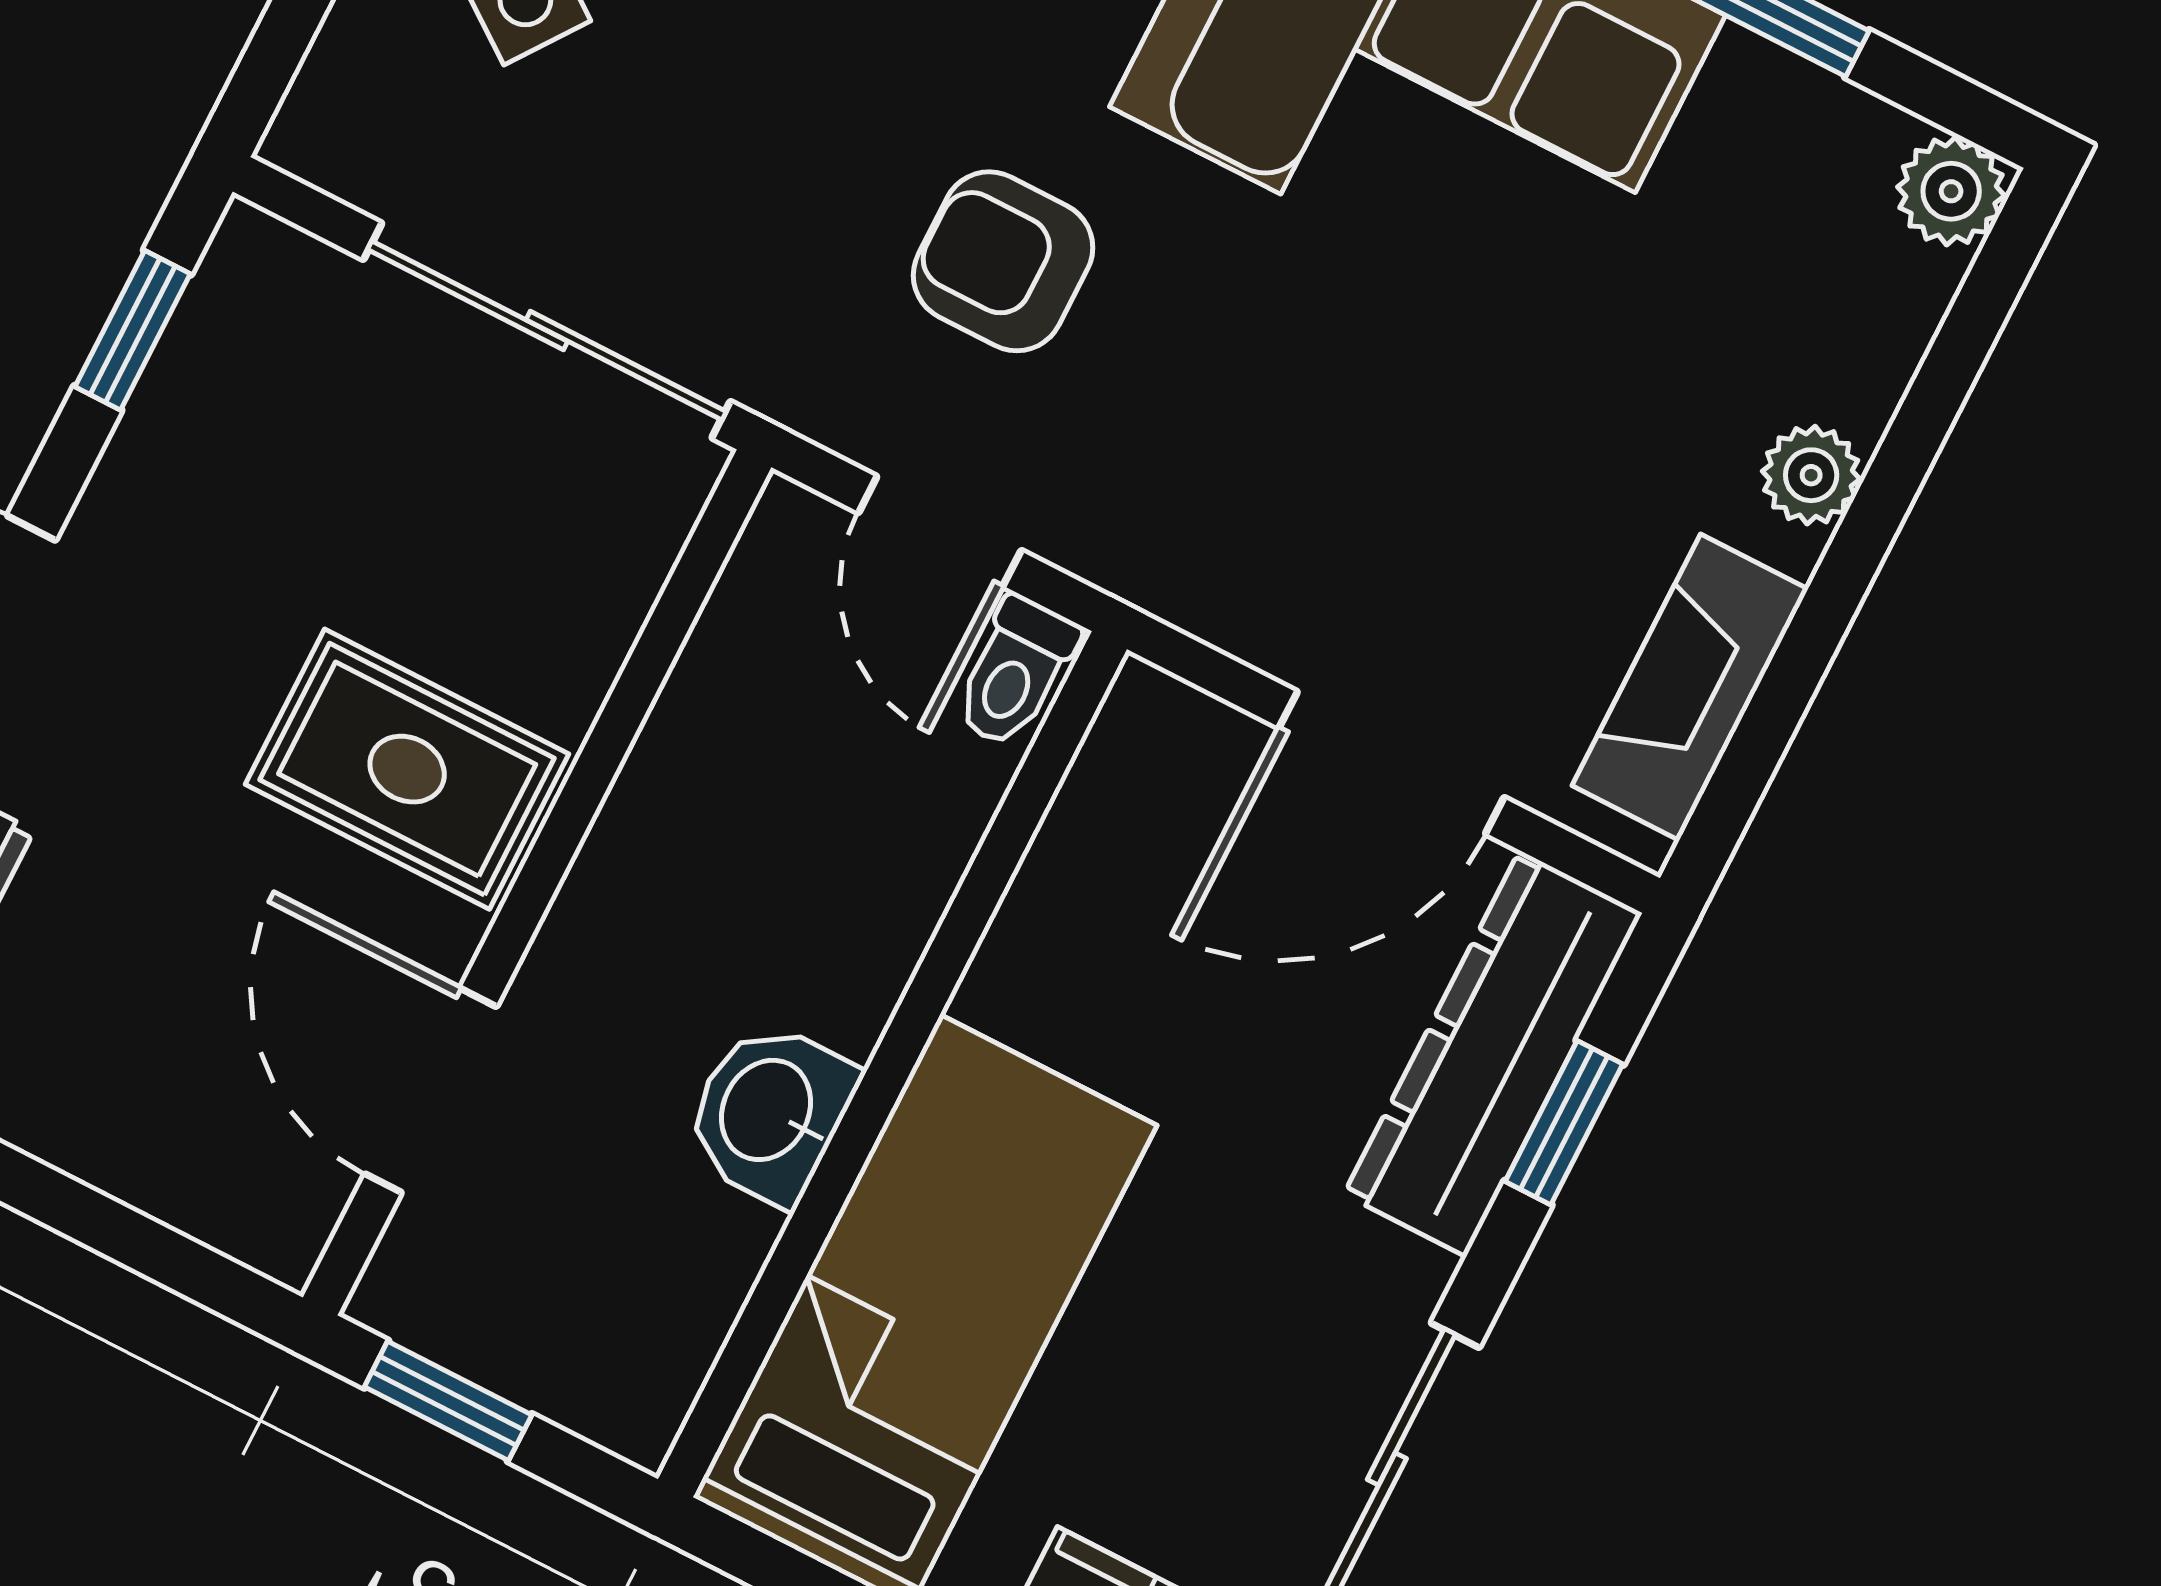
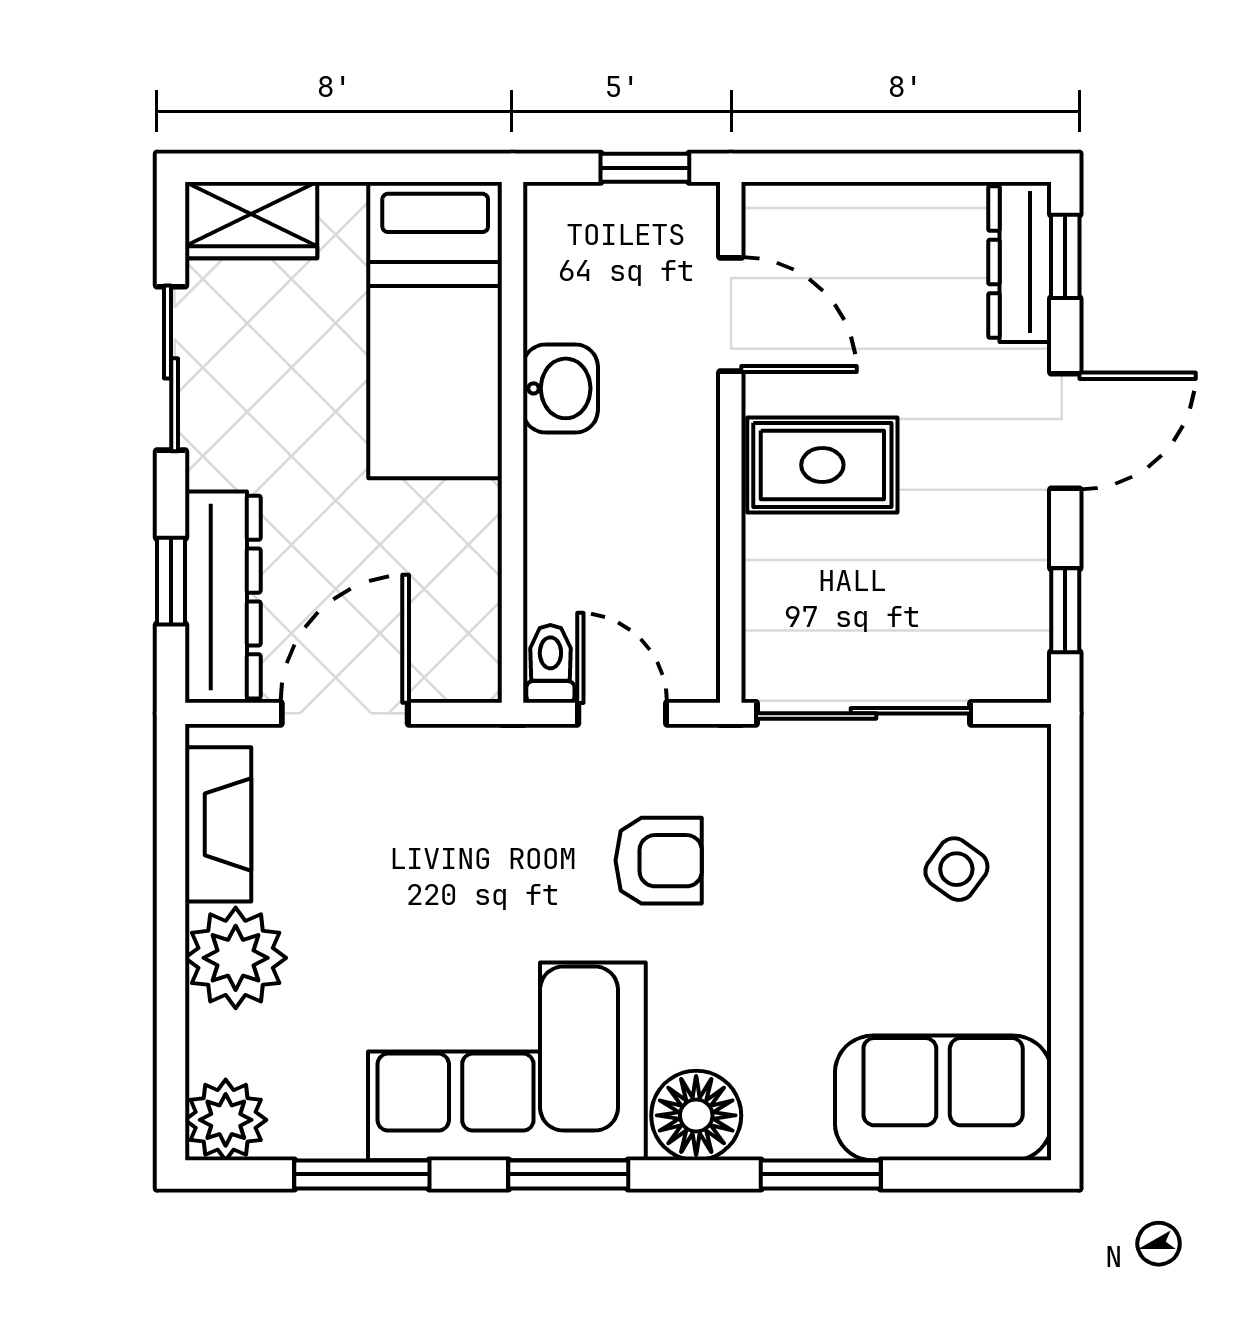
plant: (1951, 191) -> (226, 1120), width x1.38, depth x1.38
plant: (1811, 475) -> (236, 958), width x1.88, depth x1.88

